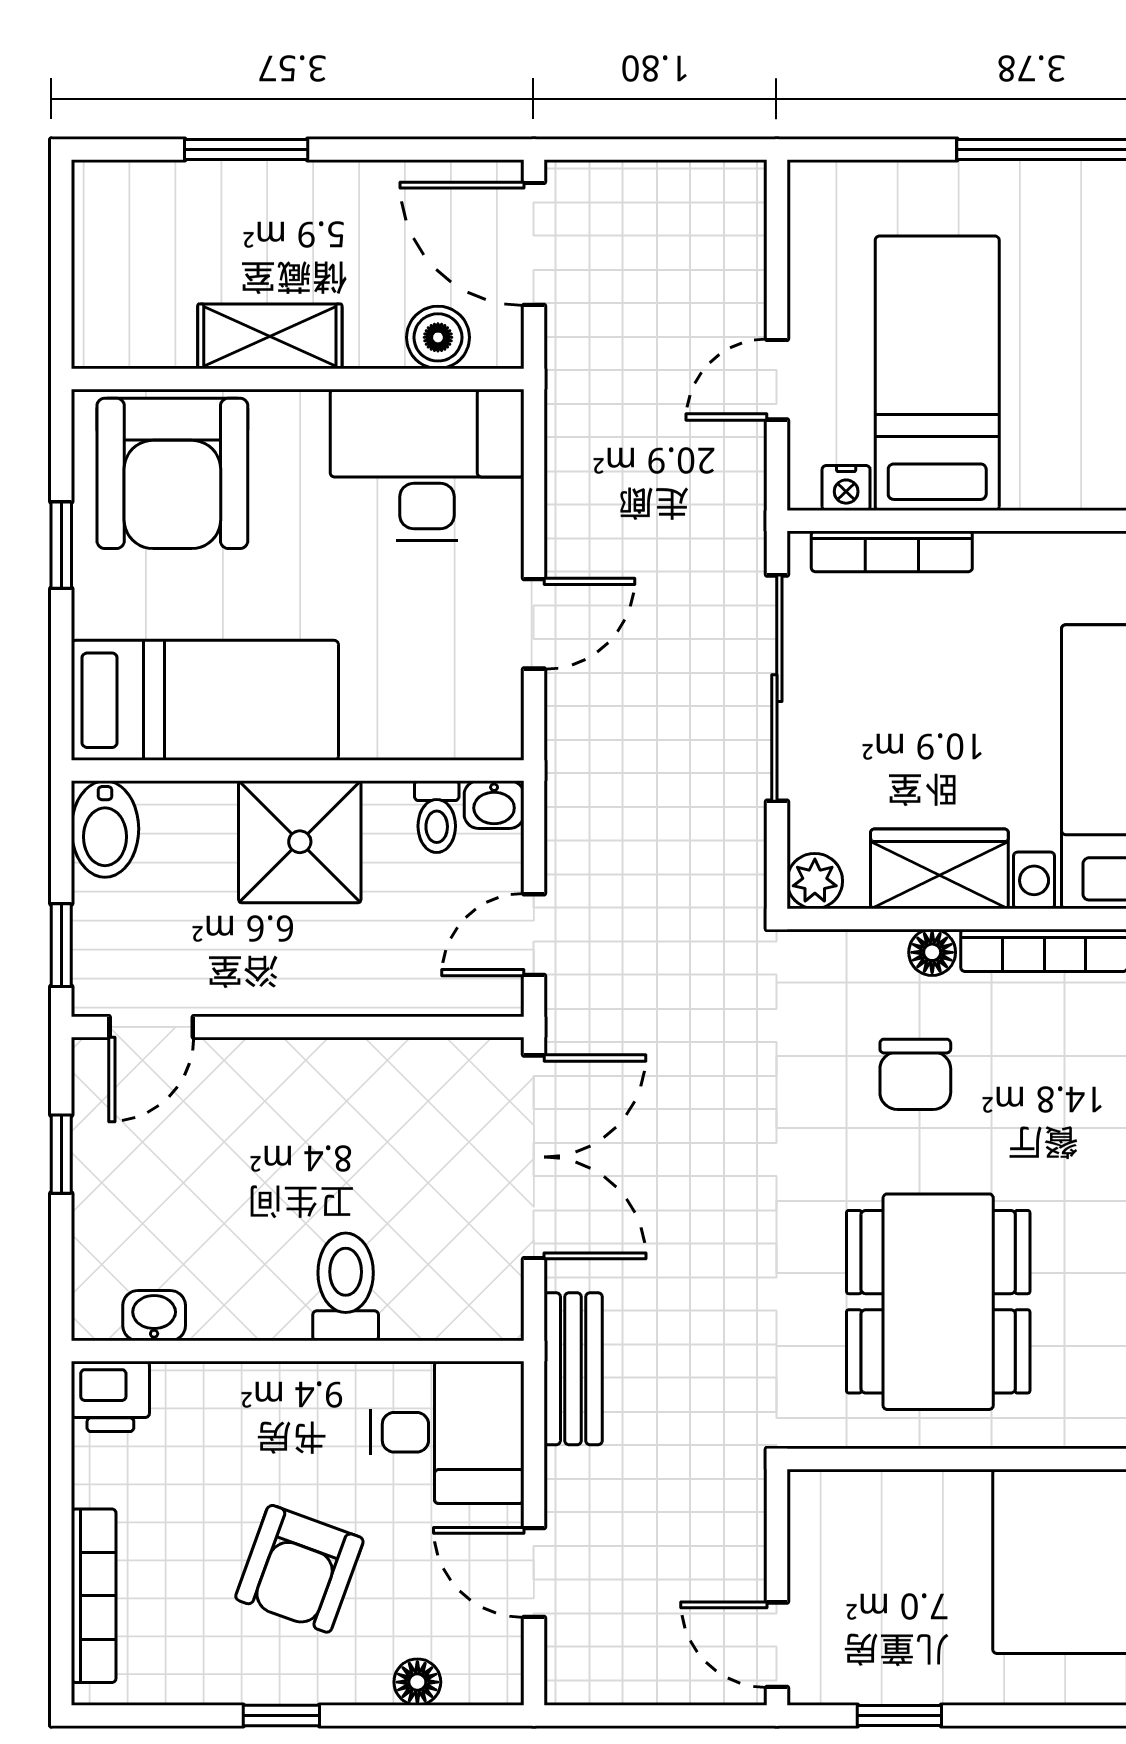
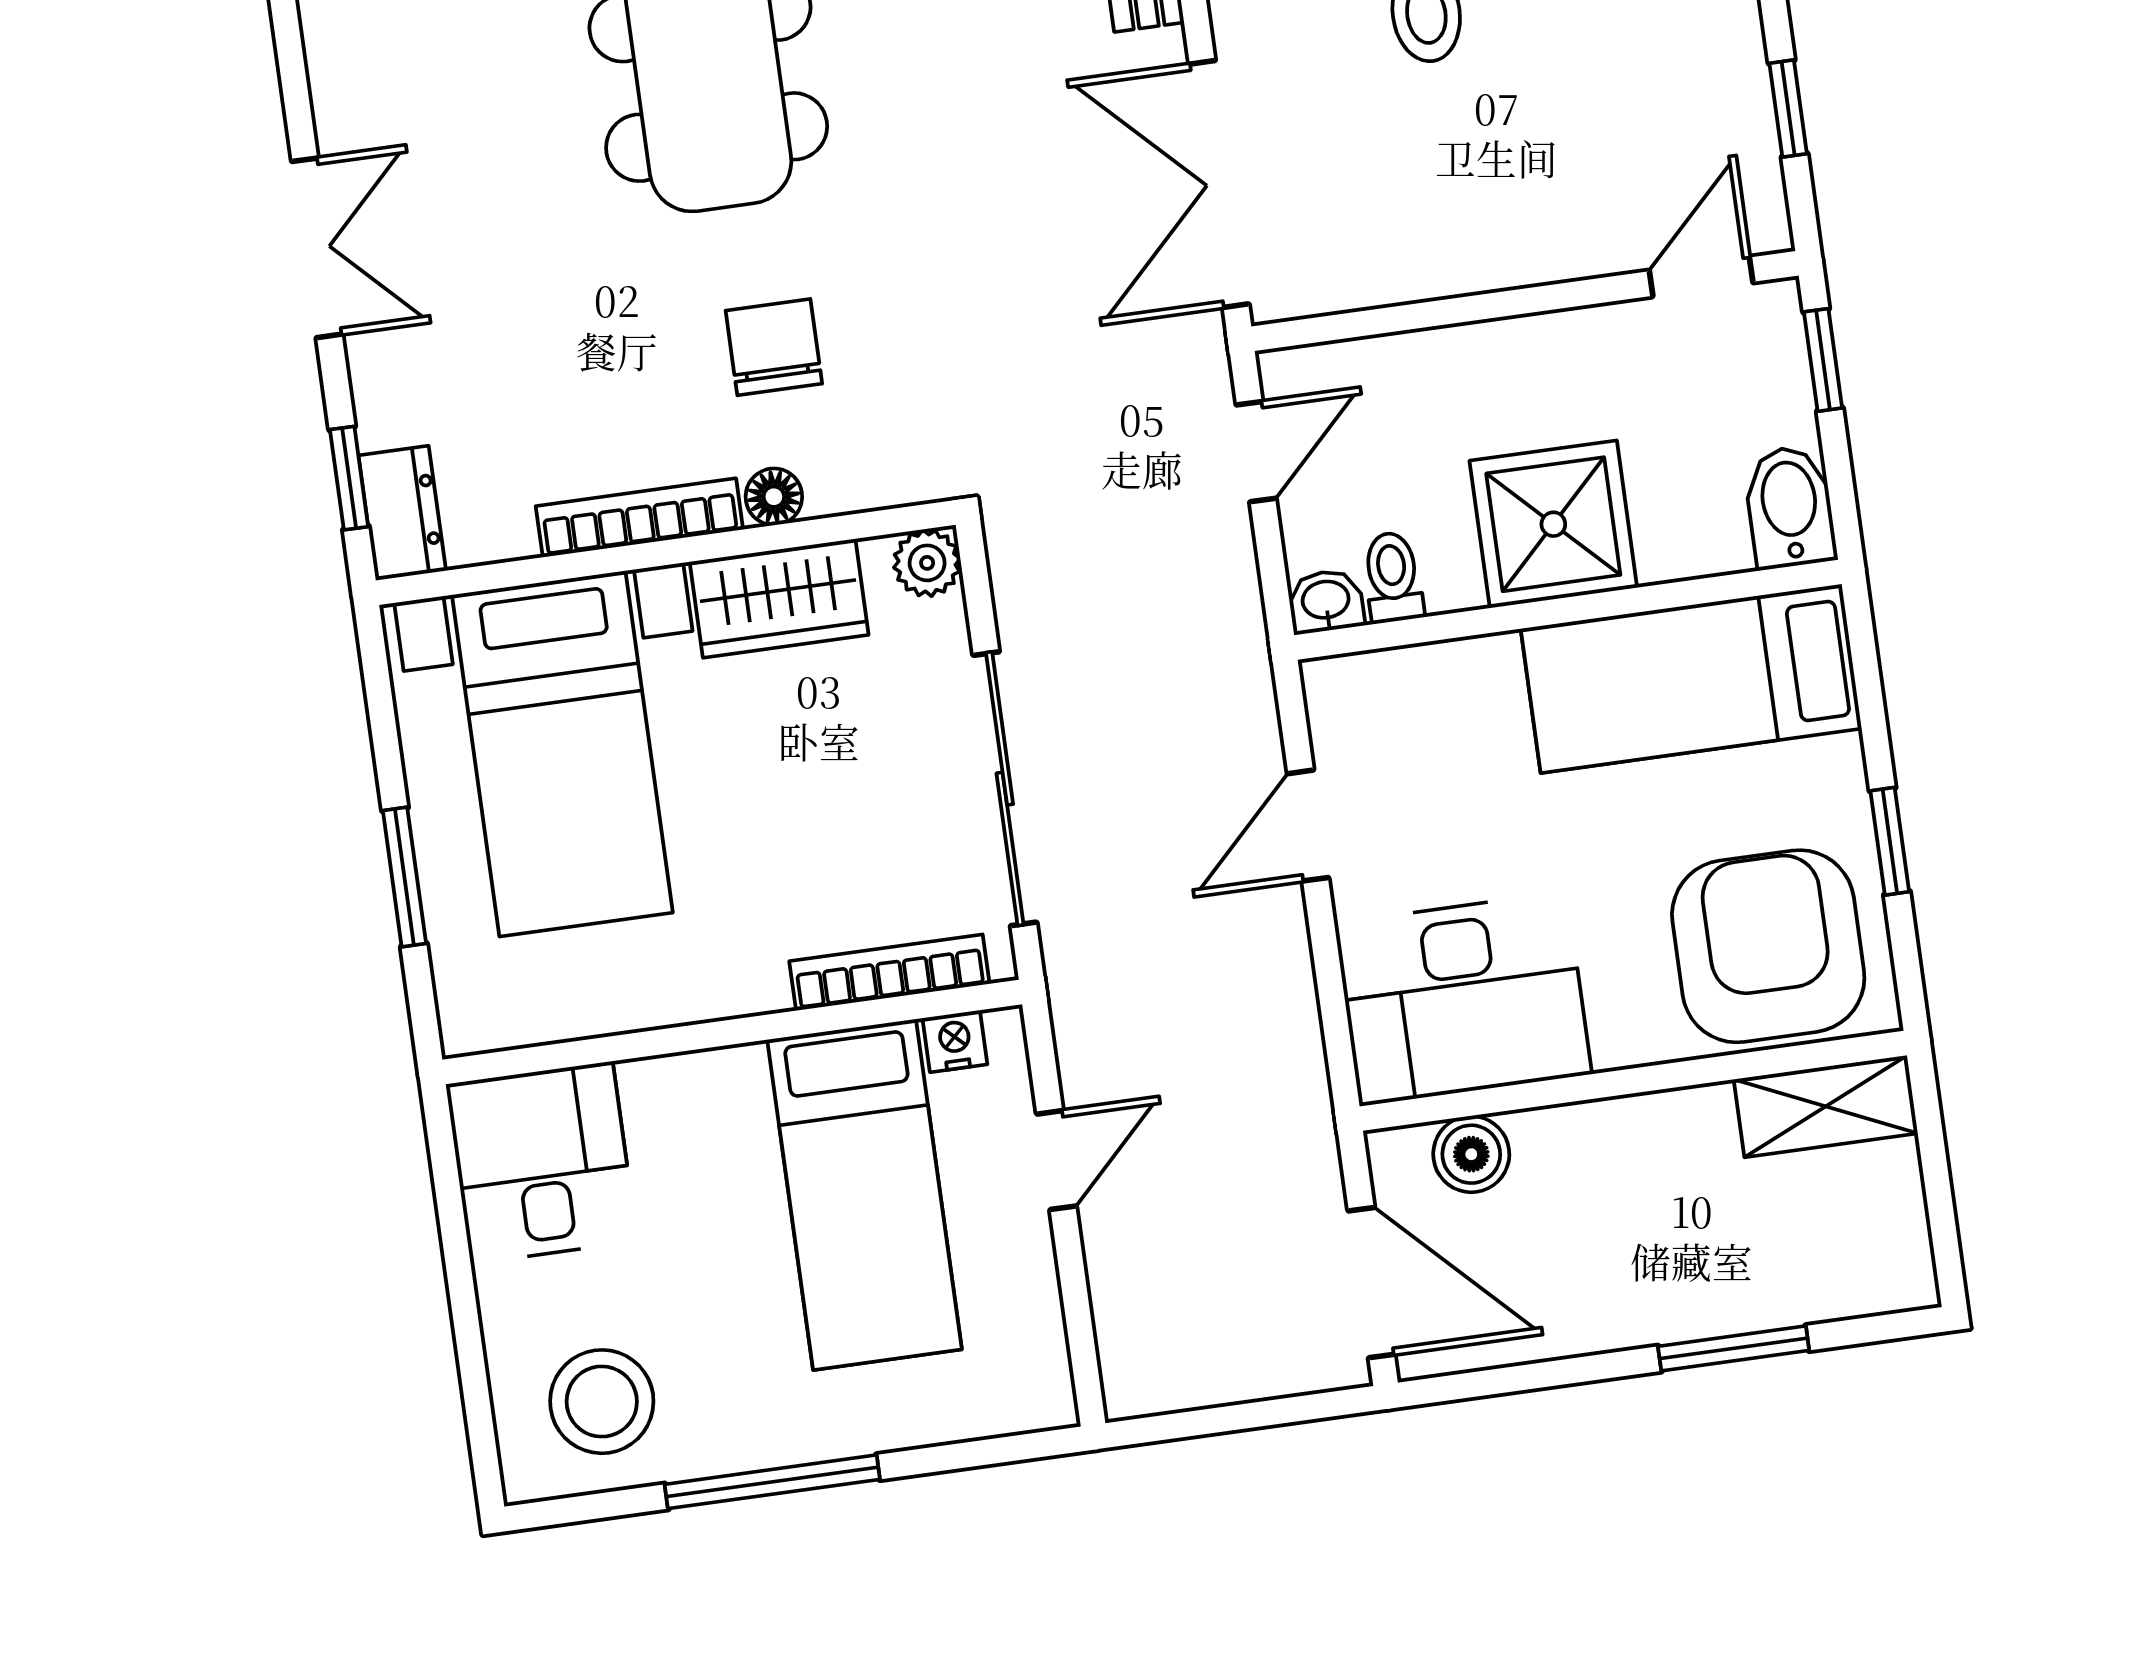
shelving: (270, 336) -> (1826, 1106), moved

